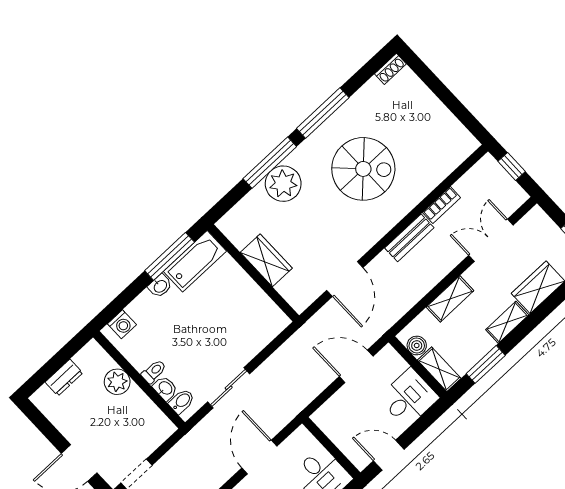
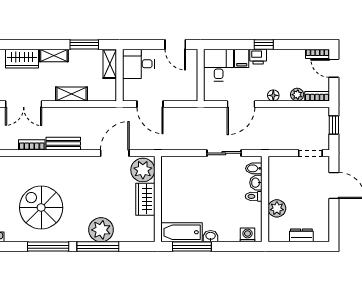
spiral stairs: (363, 169) -> (41, 208), moved
plant: (298, 289) -> (143, 170), added
boiler: (417, 346) -> (110, 86), removed

